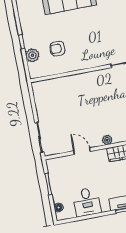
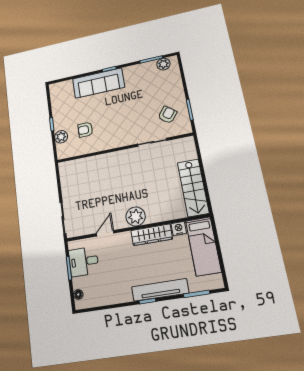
plant: (107, 140) -> (136, 216), width x1.88, depth x1.88
door: (82, 151) -> (105, 233), hinge flipped
desk: (87, 202) -> (84, 261), moved, turned 90

